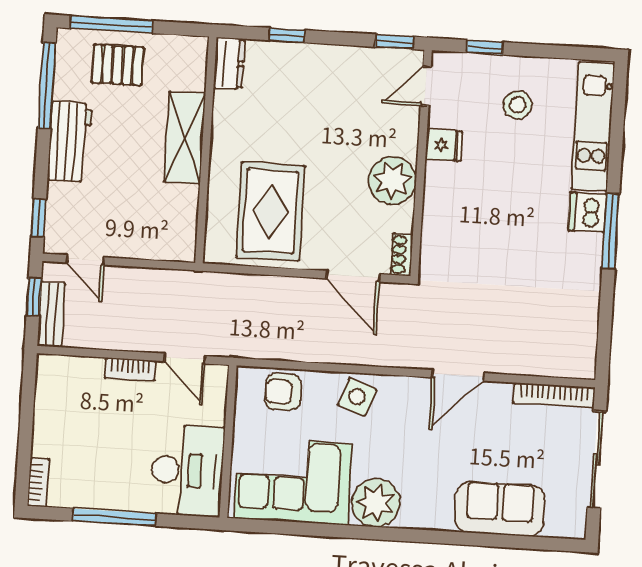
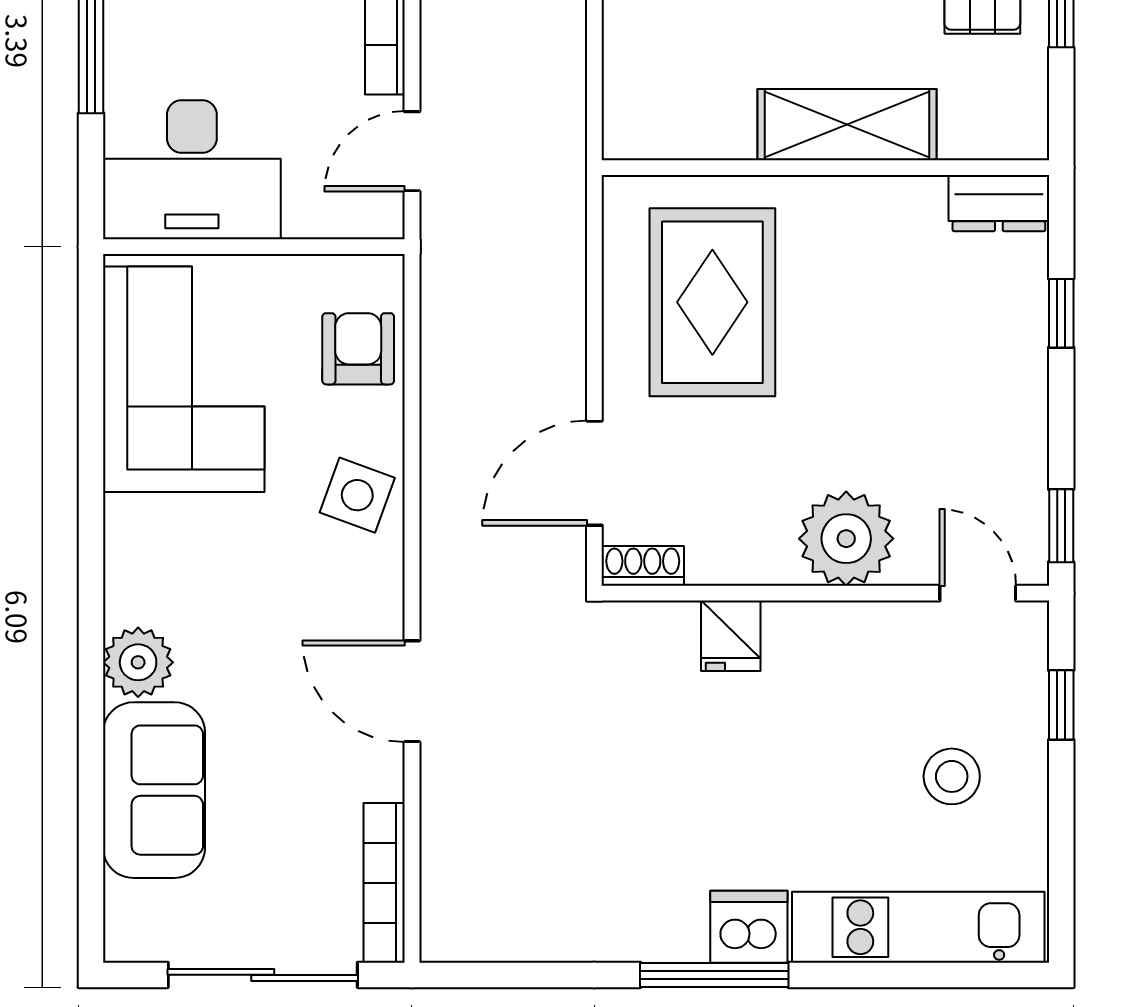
fridge: (444, 145) -> (731, 636), moved
plant: (392, 181) -> (846, 539), moved
rug: (270, 211) -> (712, 302), turned 90
plant: (376, 503) -> (138, 662), moved, width x0.73, depth x0.73

